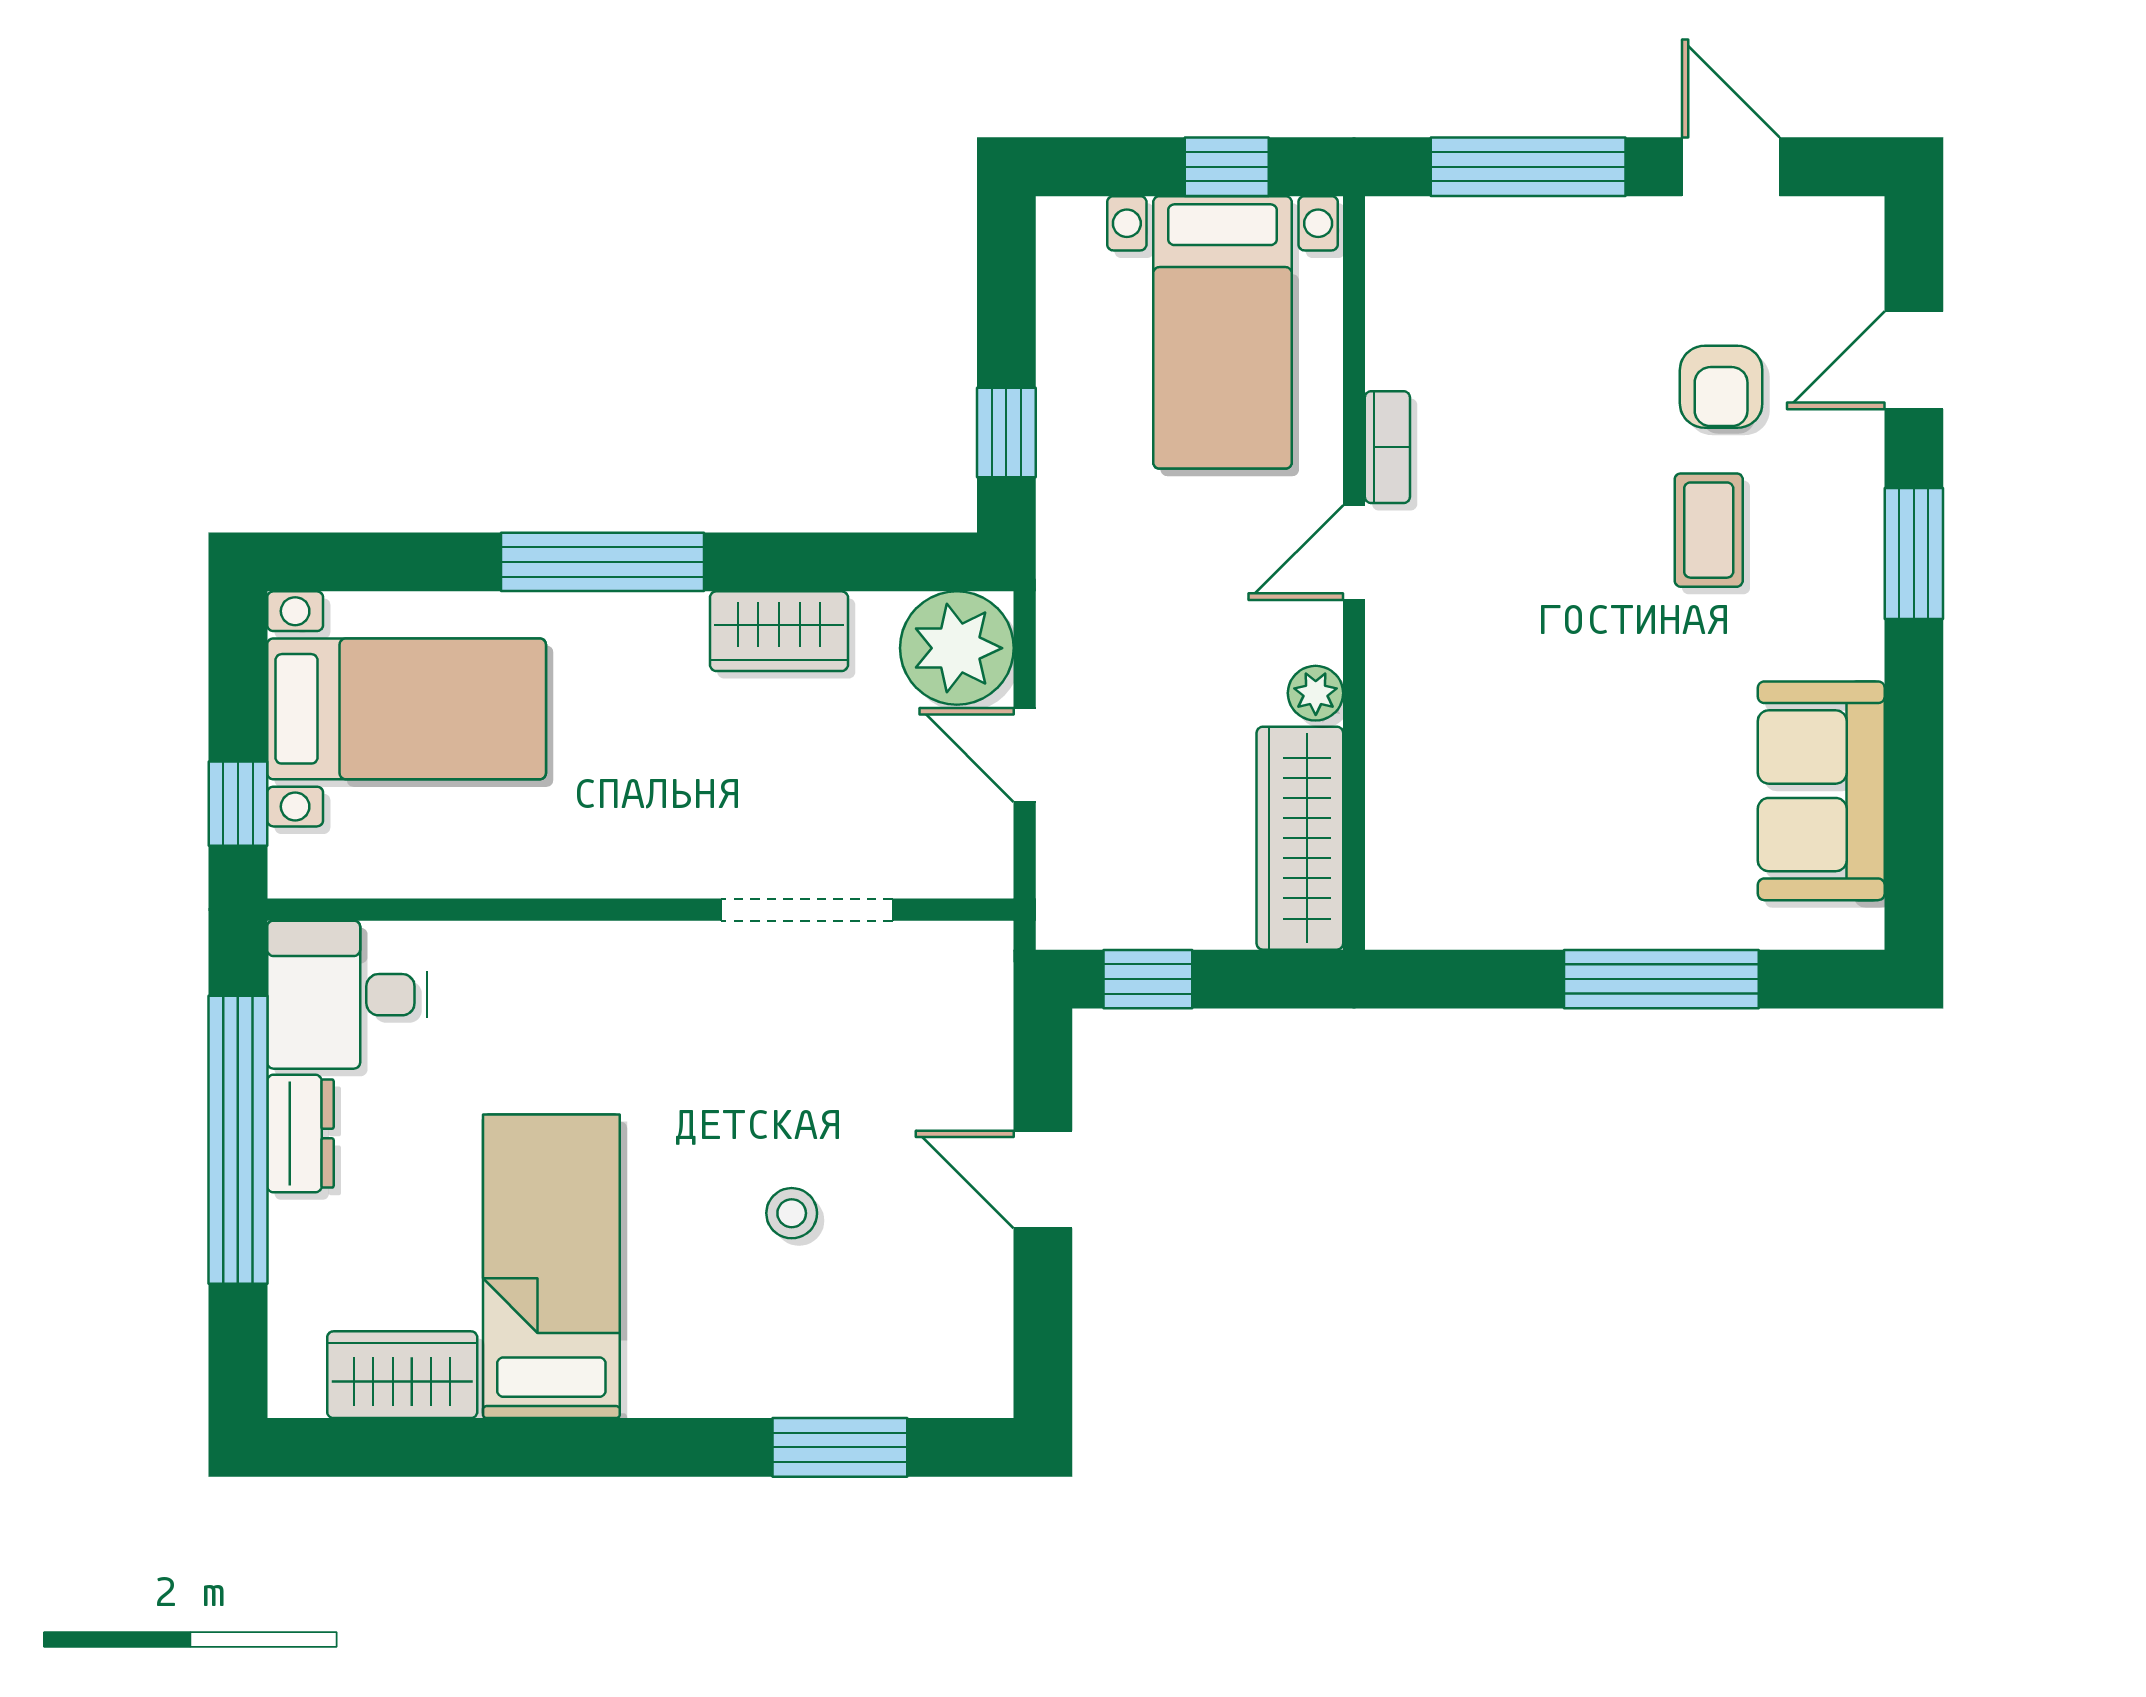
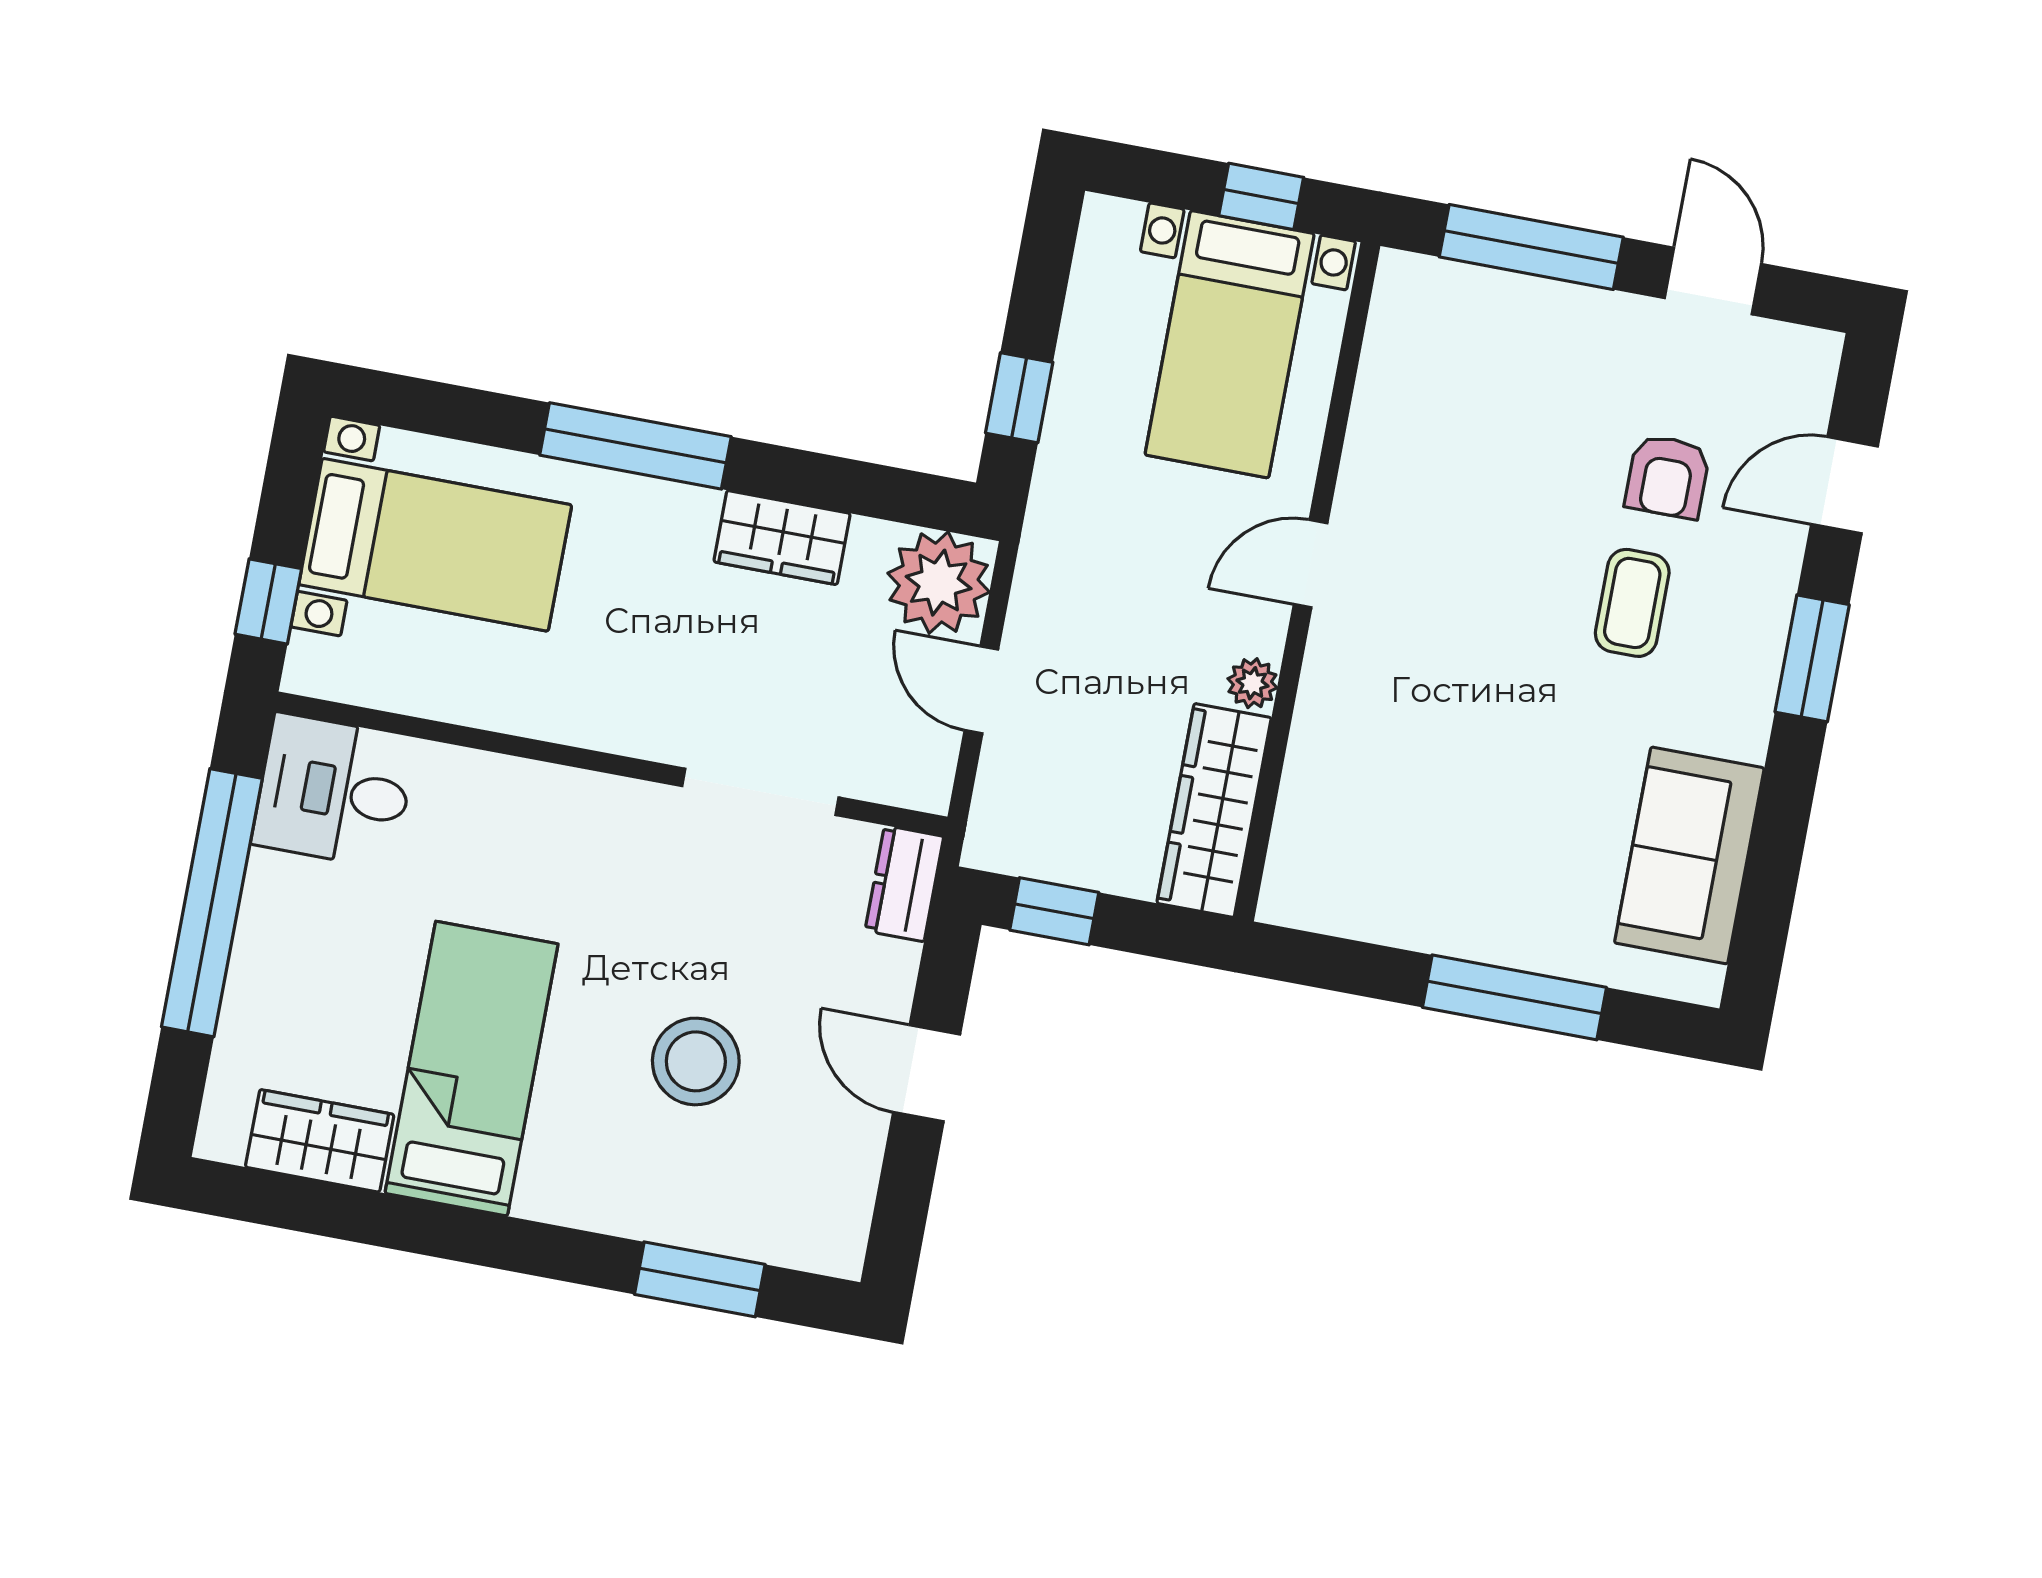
bookcase: (1387, 447) -> (1358, 475), removed
dresser: (300, 1134) -> (904, 884), moved, turned 180
stool: (792, 1213) -> (696, 1061), width x1.89, depth x1.89

